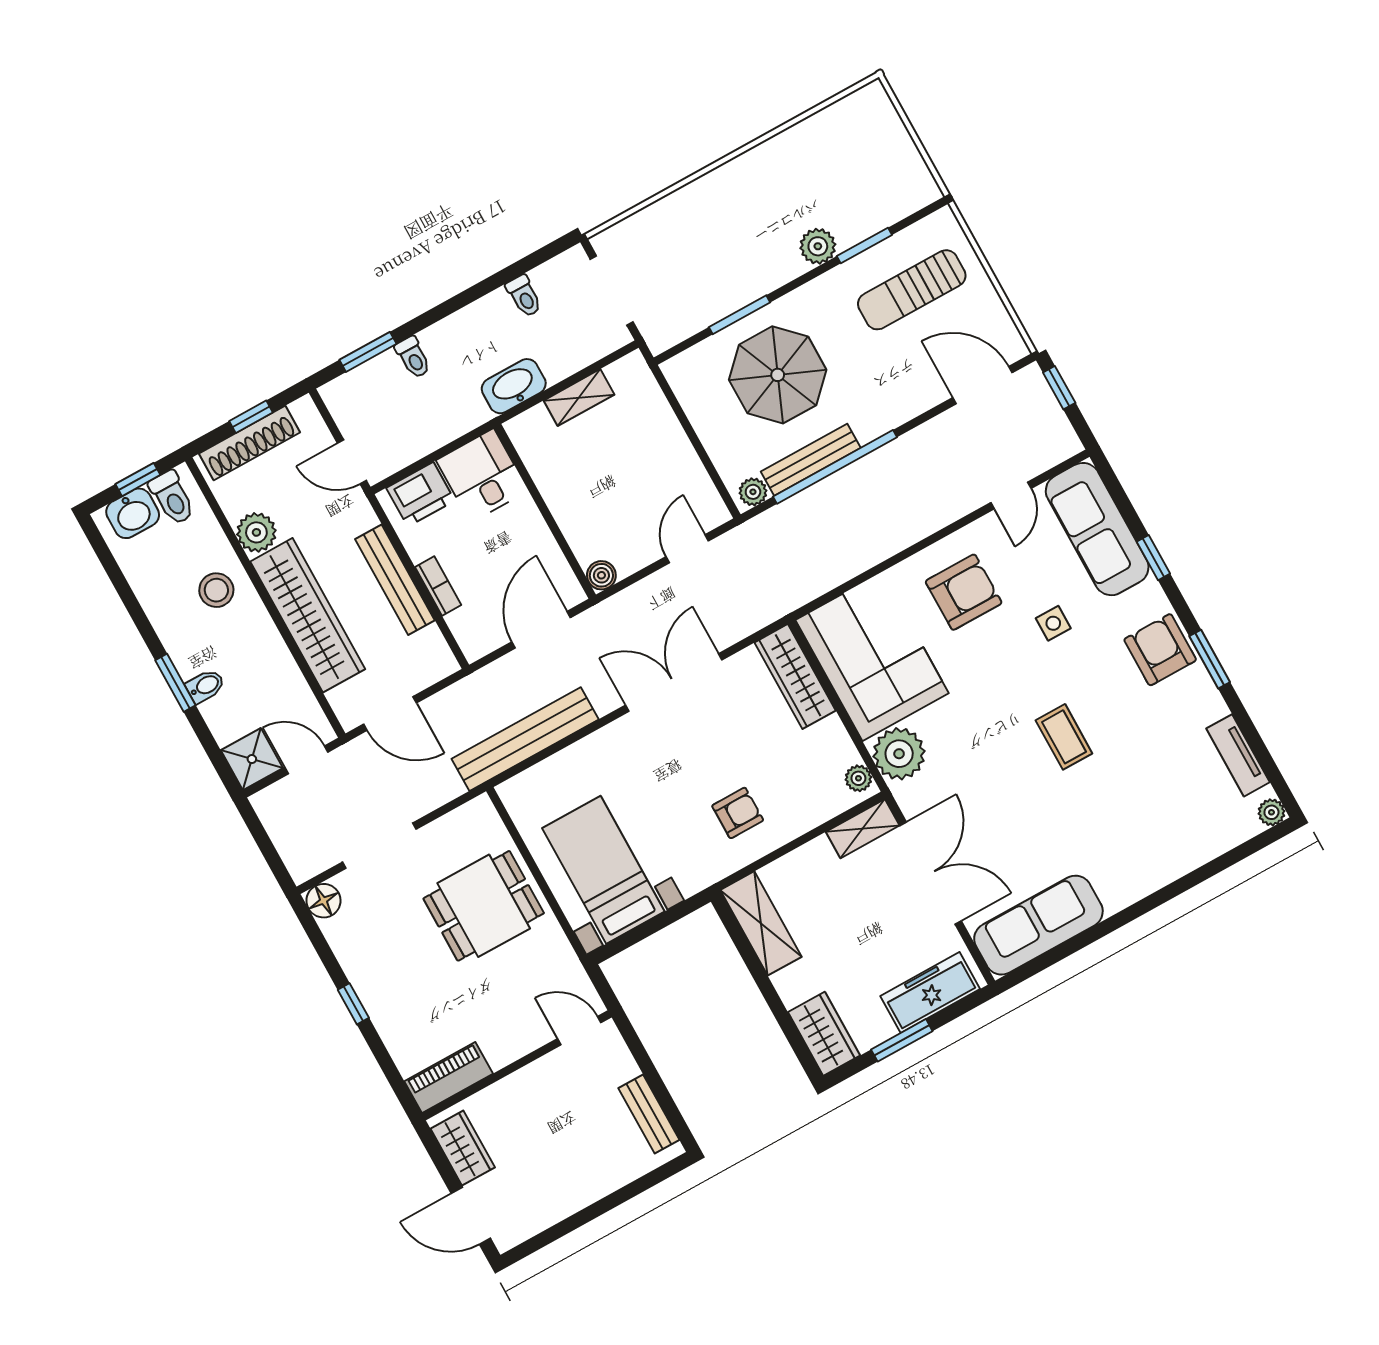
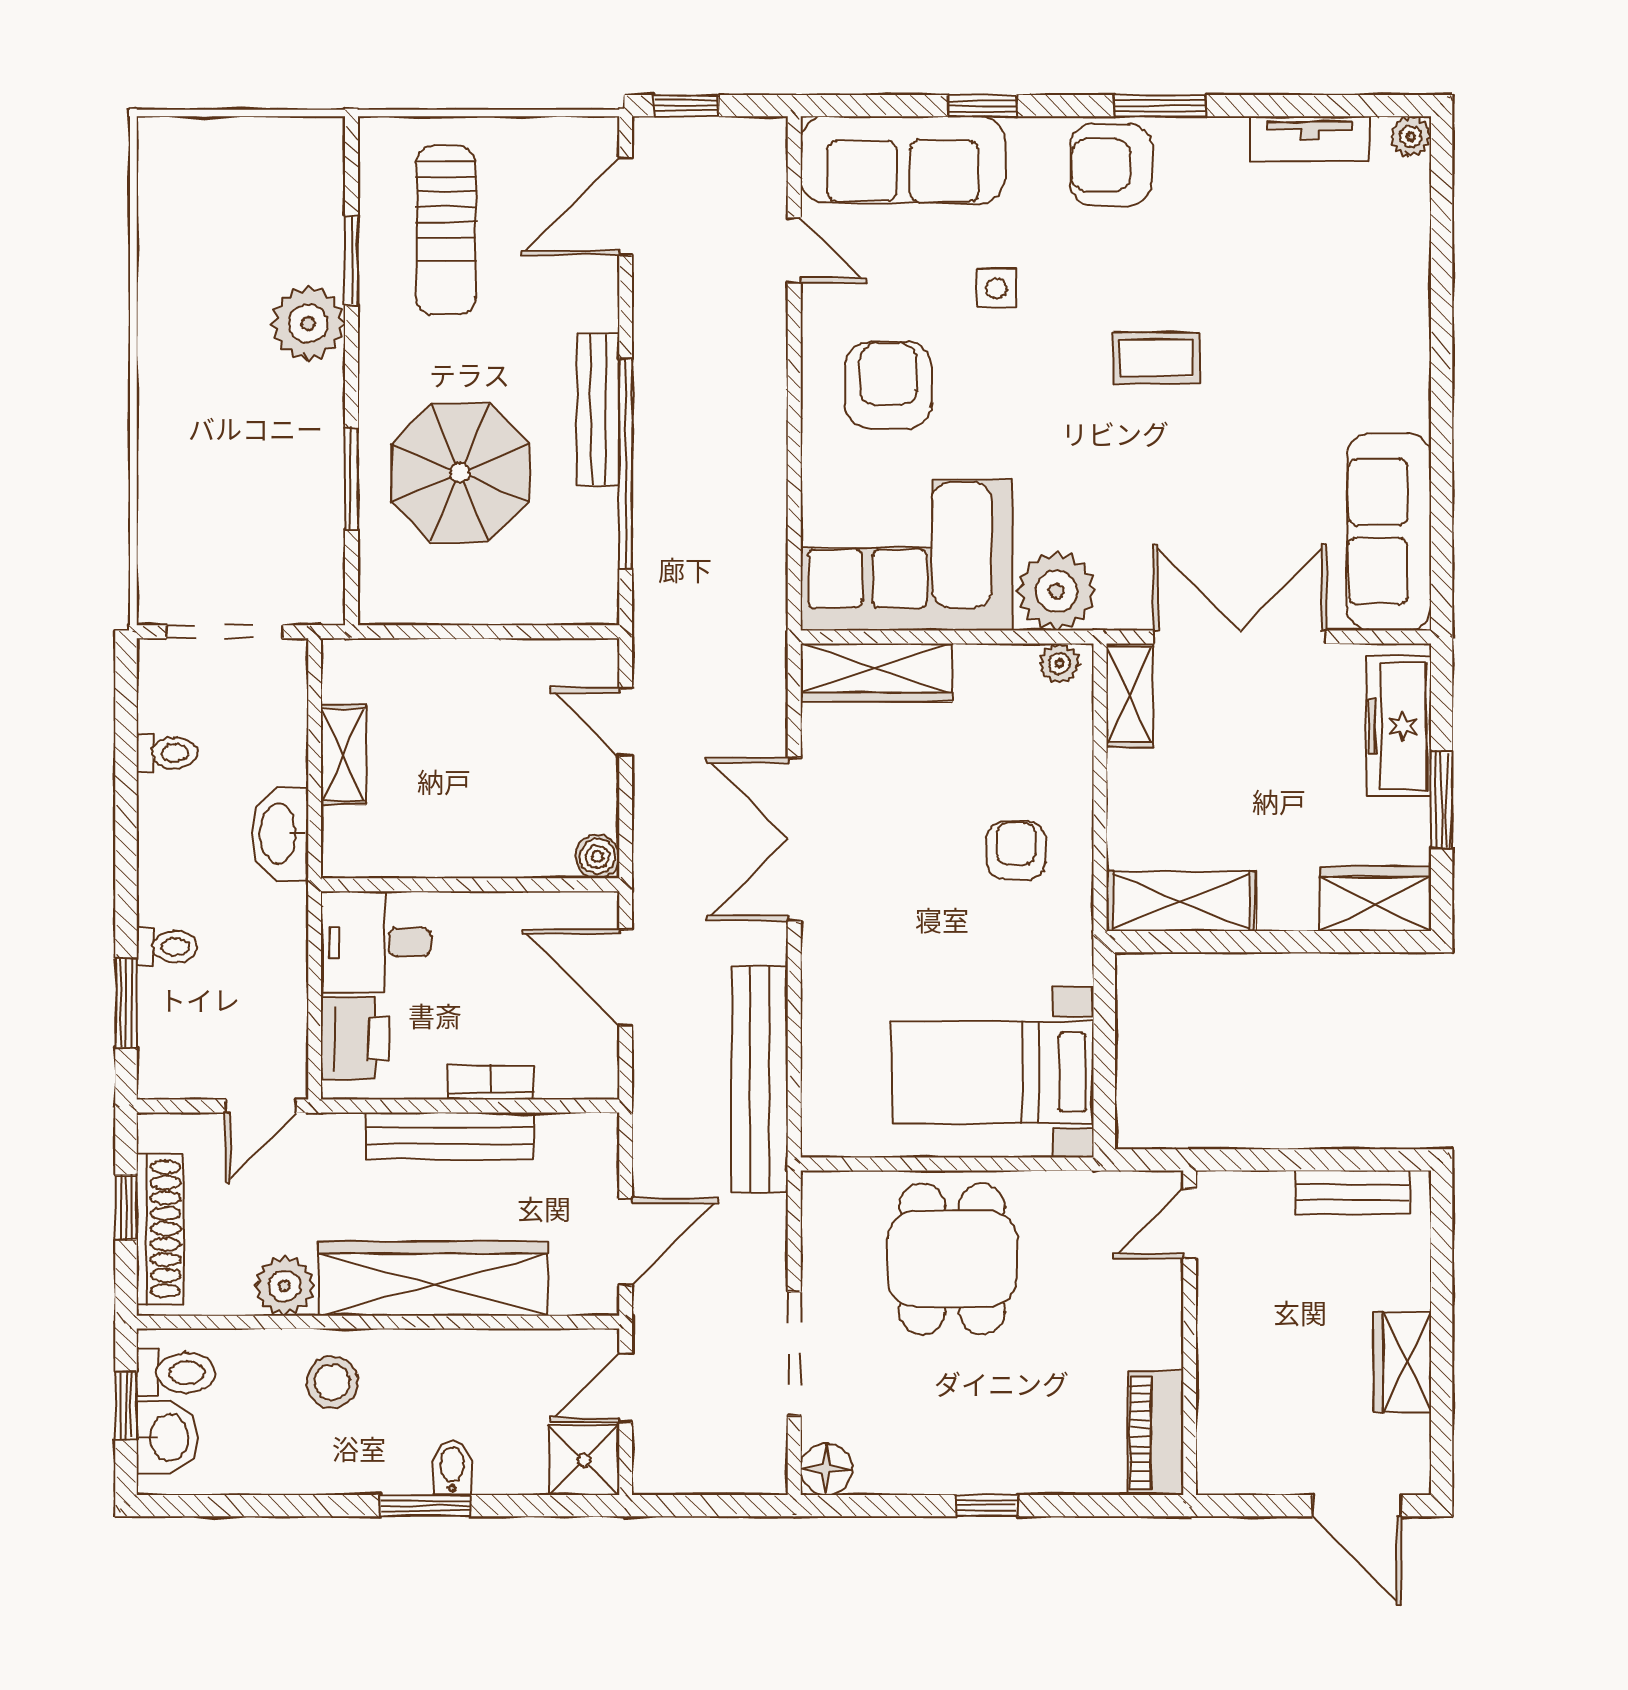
plant: (818, 246) -> (308, 324), width x1.36, depth x1.36
bench: (811, 460) -> (598, 410), moved
plant: (753, 492) -> (598, 592), removed
wardrobe: (463, 1148) -> (1402, 1362), moved, turned -90
door: (471, 1216) -> (1357, 1506), hinge flipped

